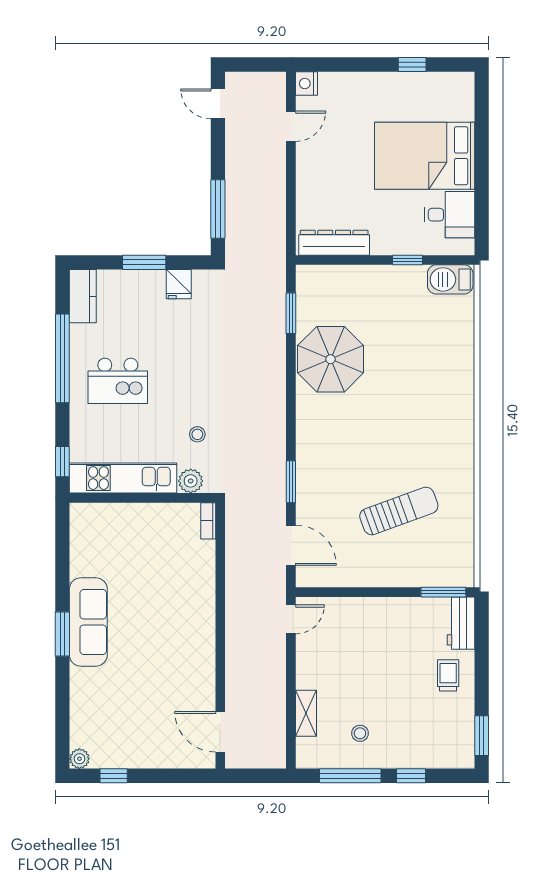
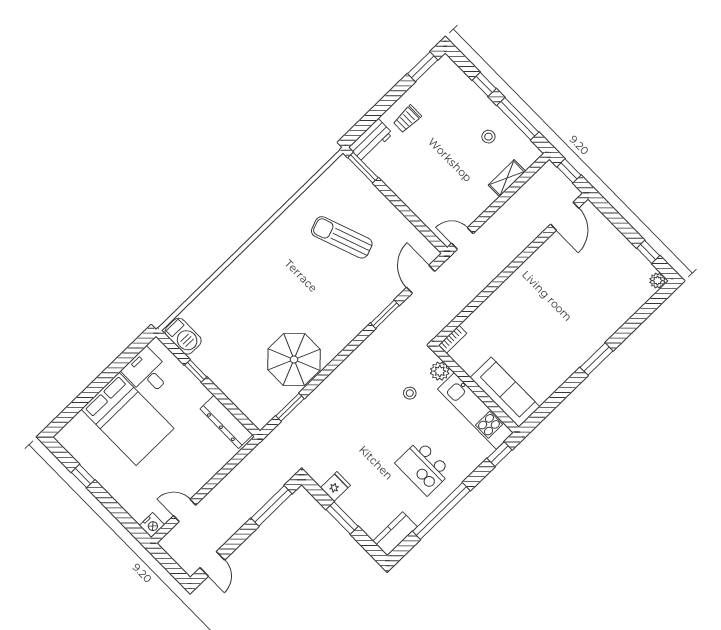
kitchen island: (118, 381) -> (424, 467), turned 180
sofa: (88, 622) -> (505, 392), moved, turned 90
window: (257, 776) -> (569, 171), added

